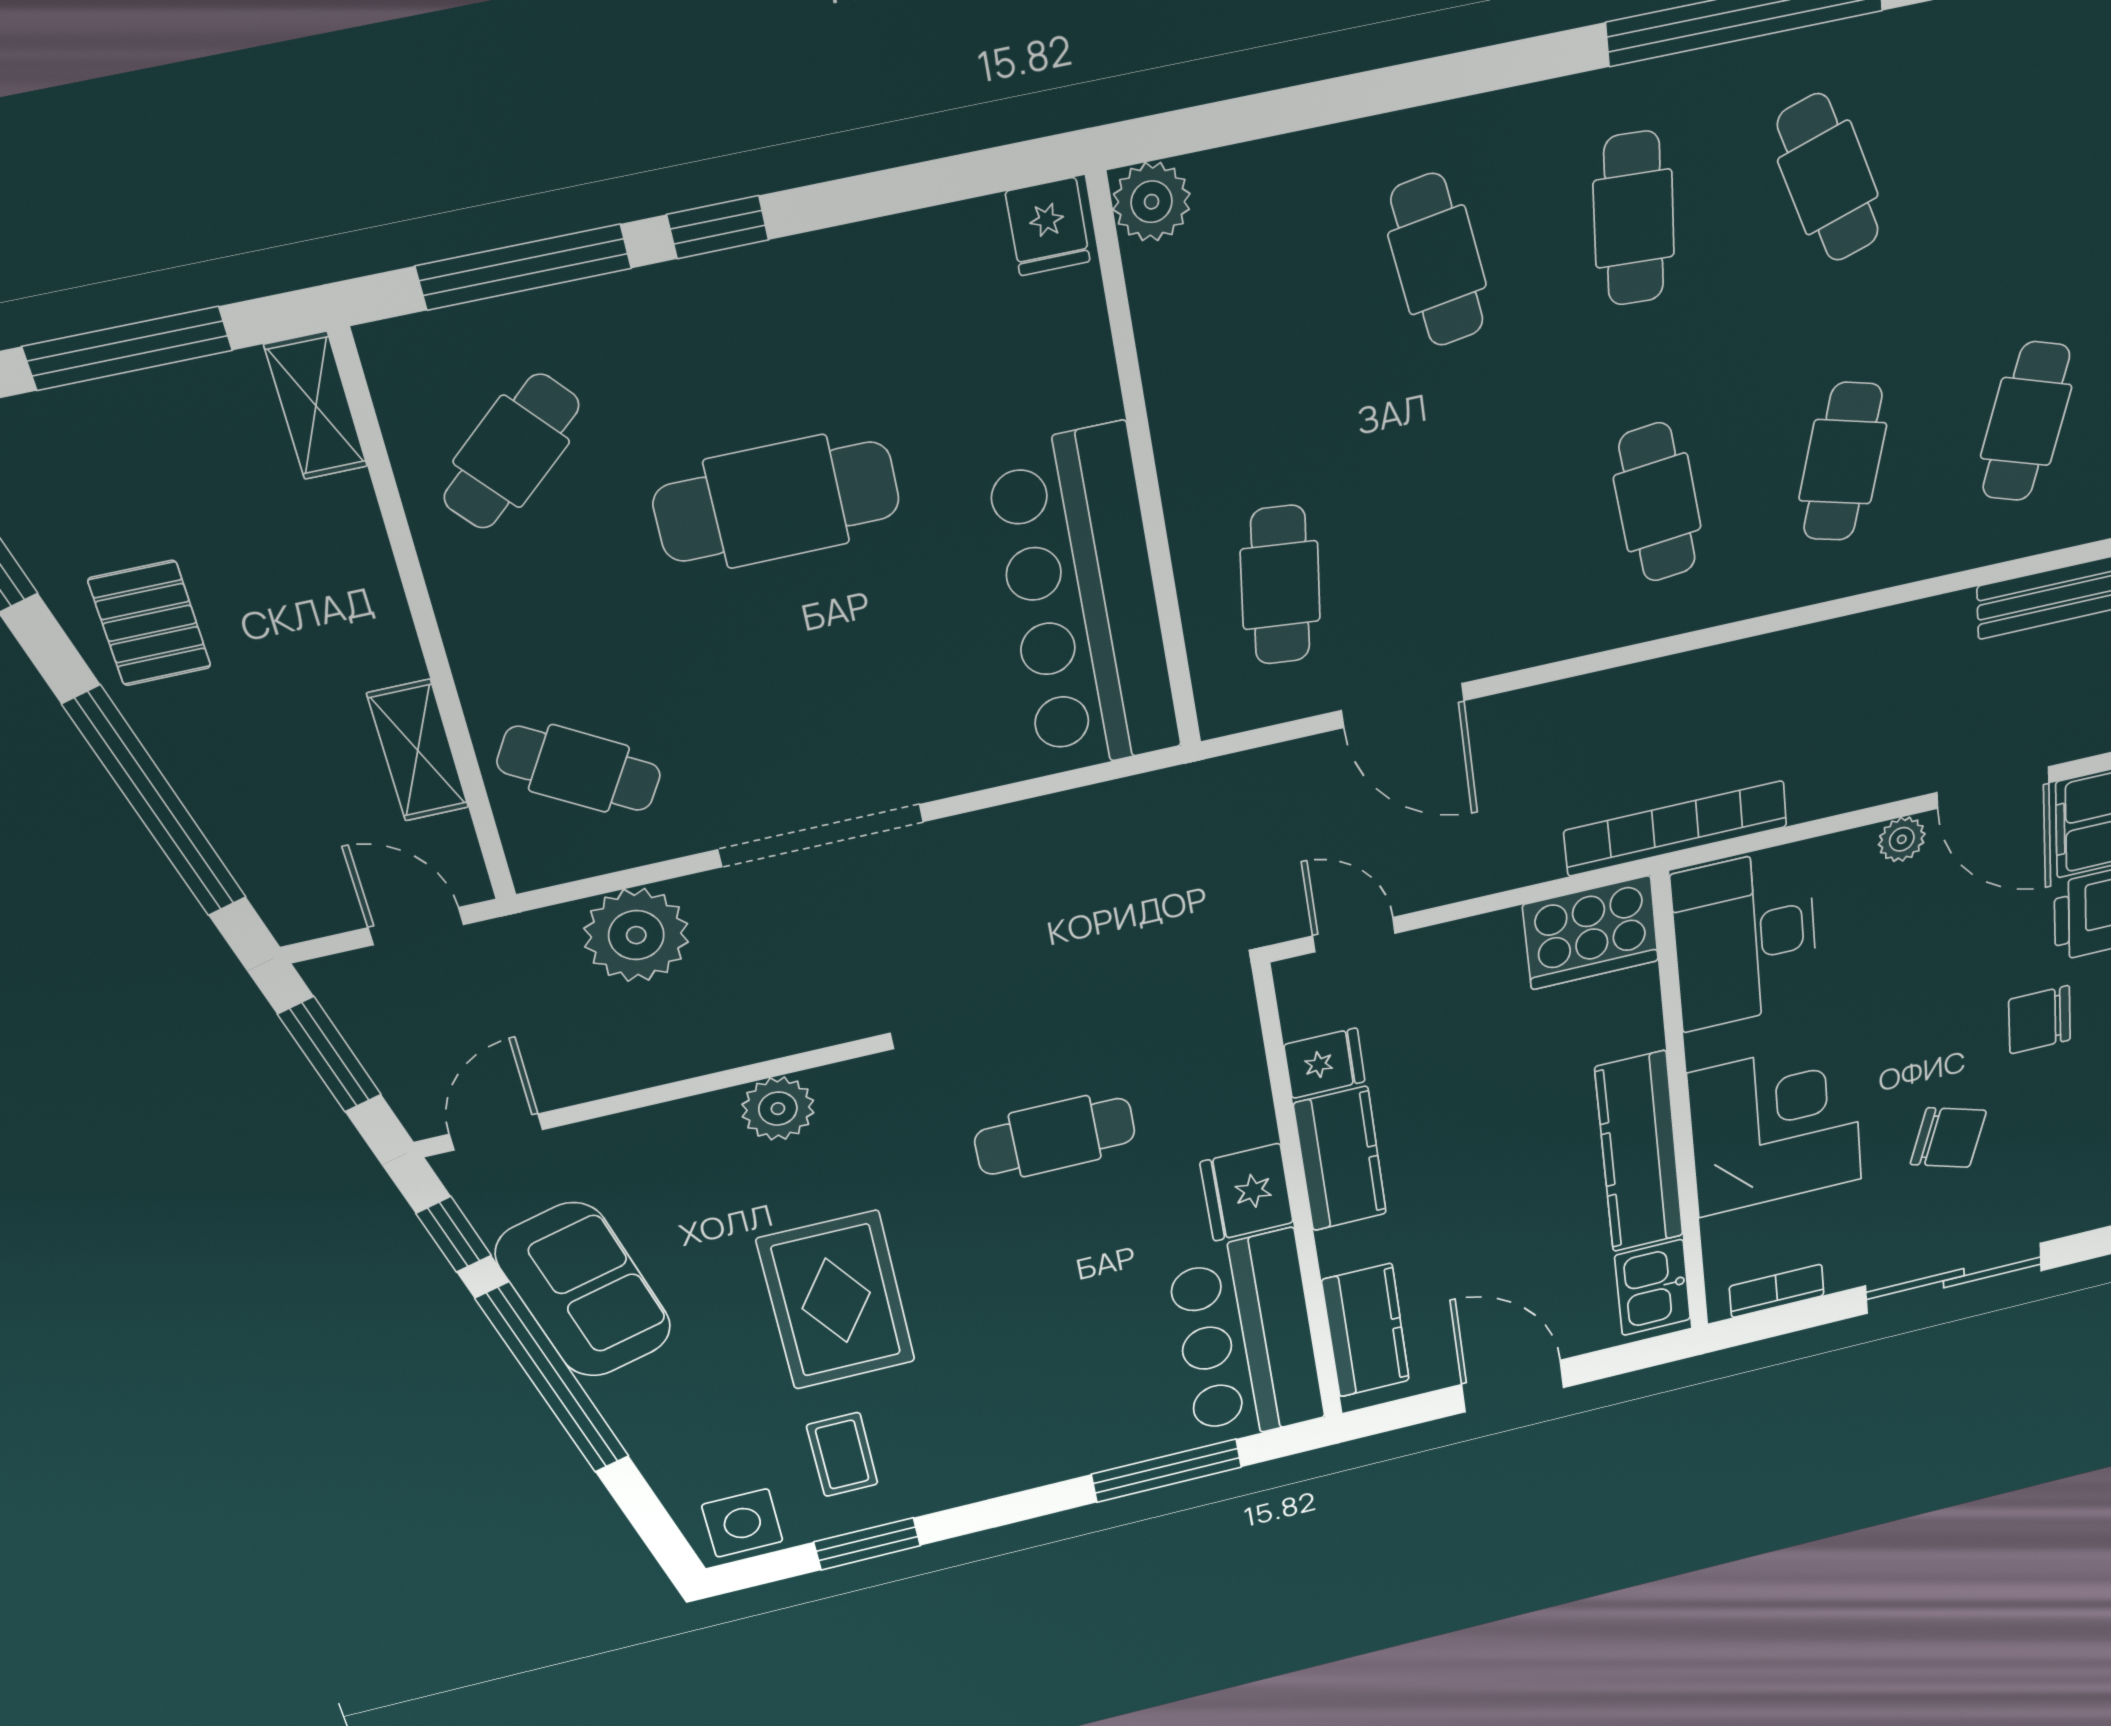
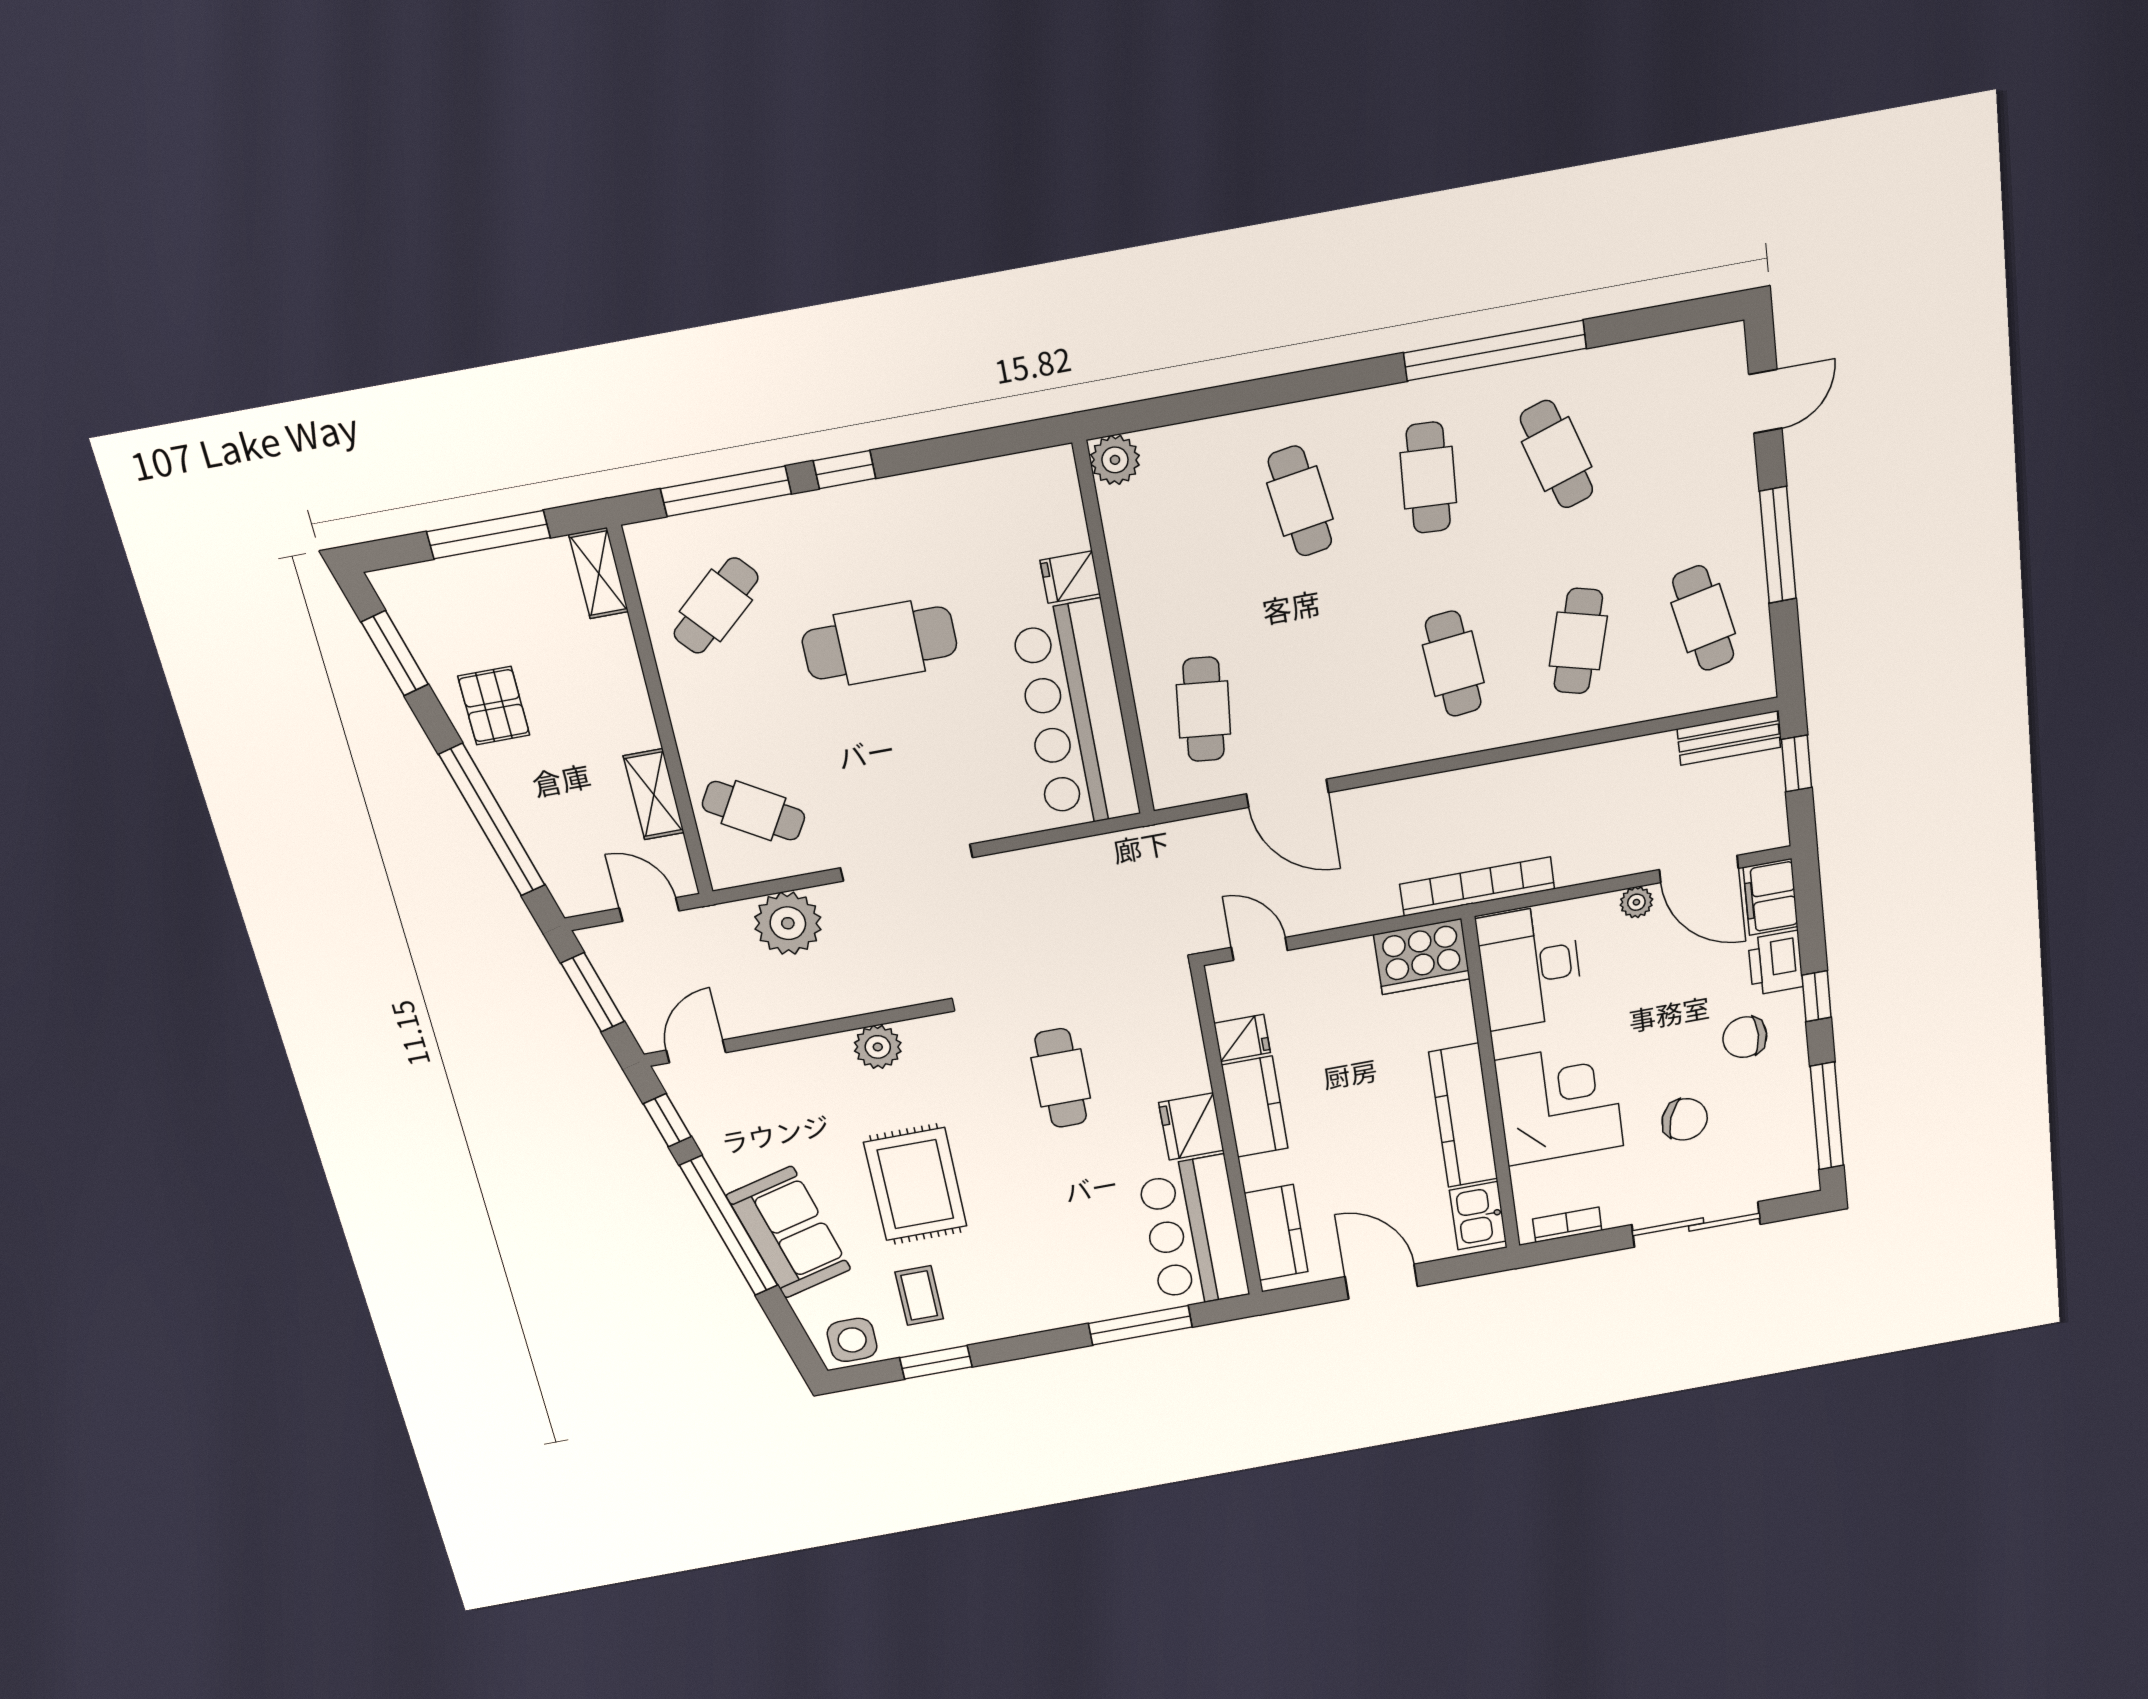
fridge: (1048, 227) -> (1070, 577), moved, turned 90
cafe table: (2026, 422) -> (1703, 618), turned -30
cafe table: (1055, 1136) -> (1061, 1078), turned 90
sofa: (584, 1290) -> (789, 1232), moved

